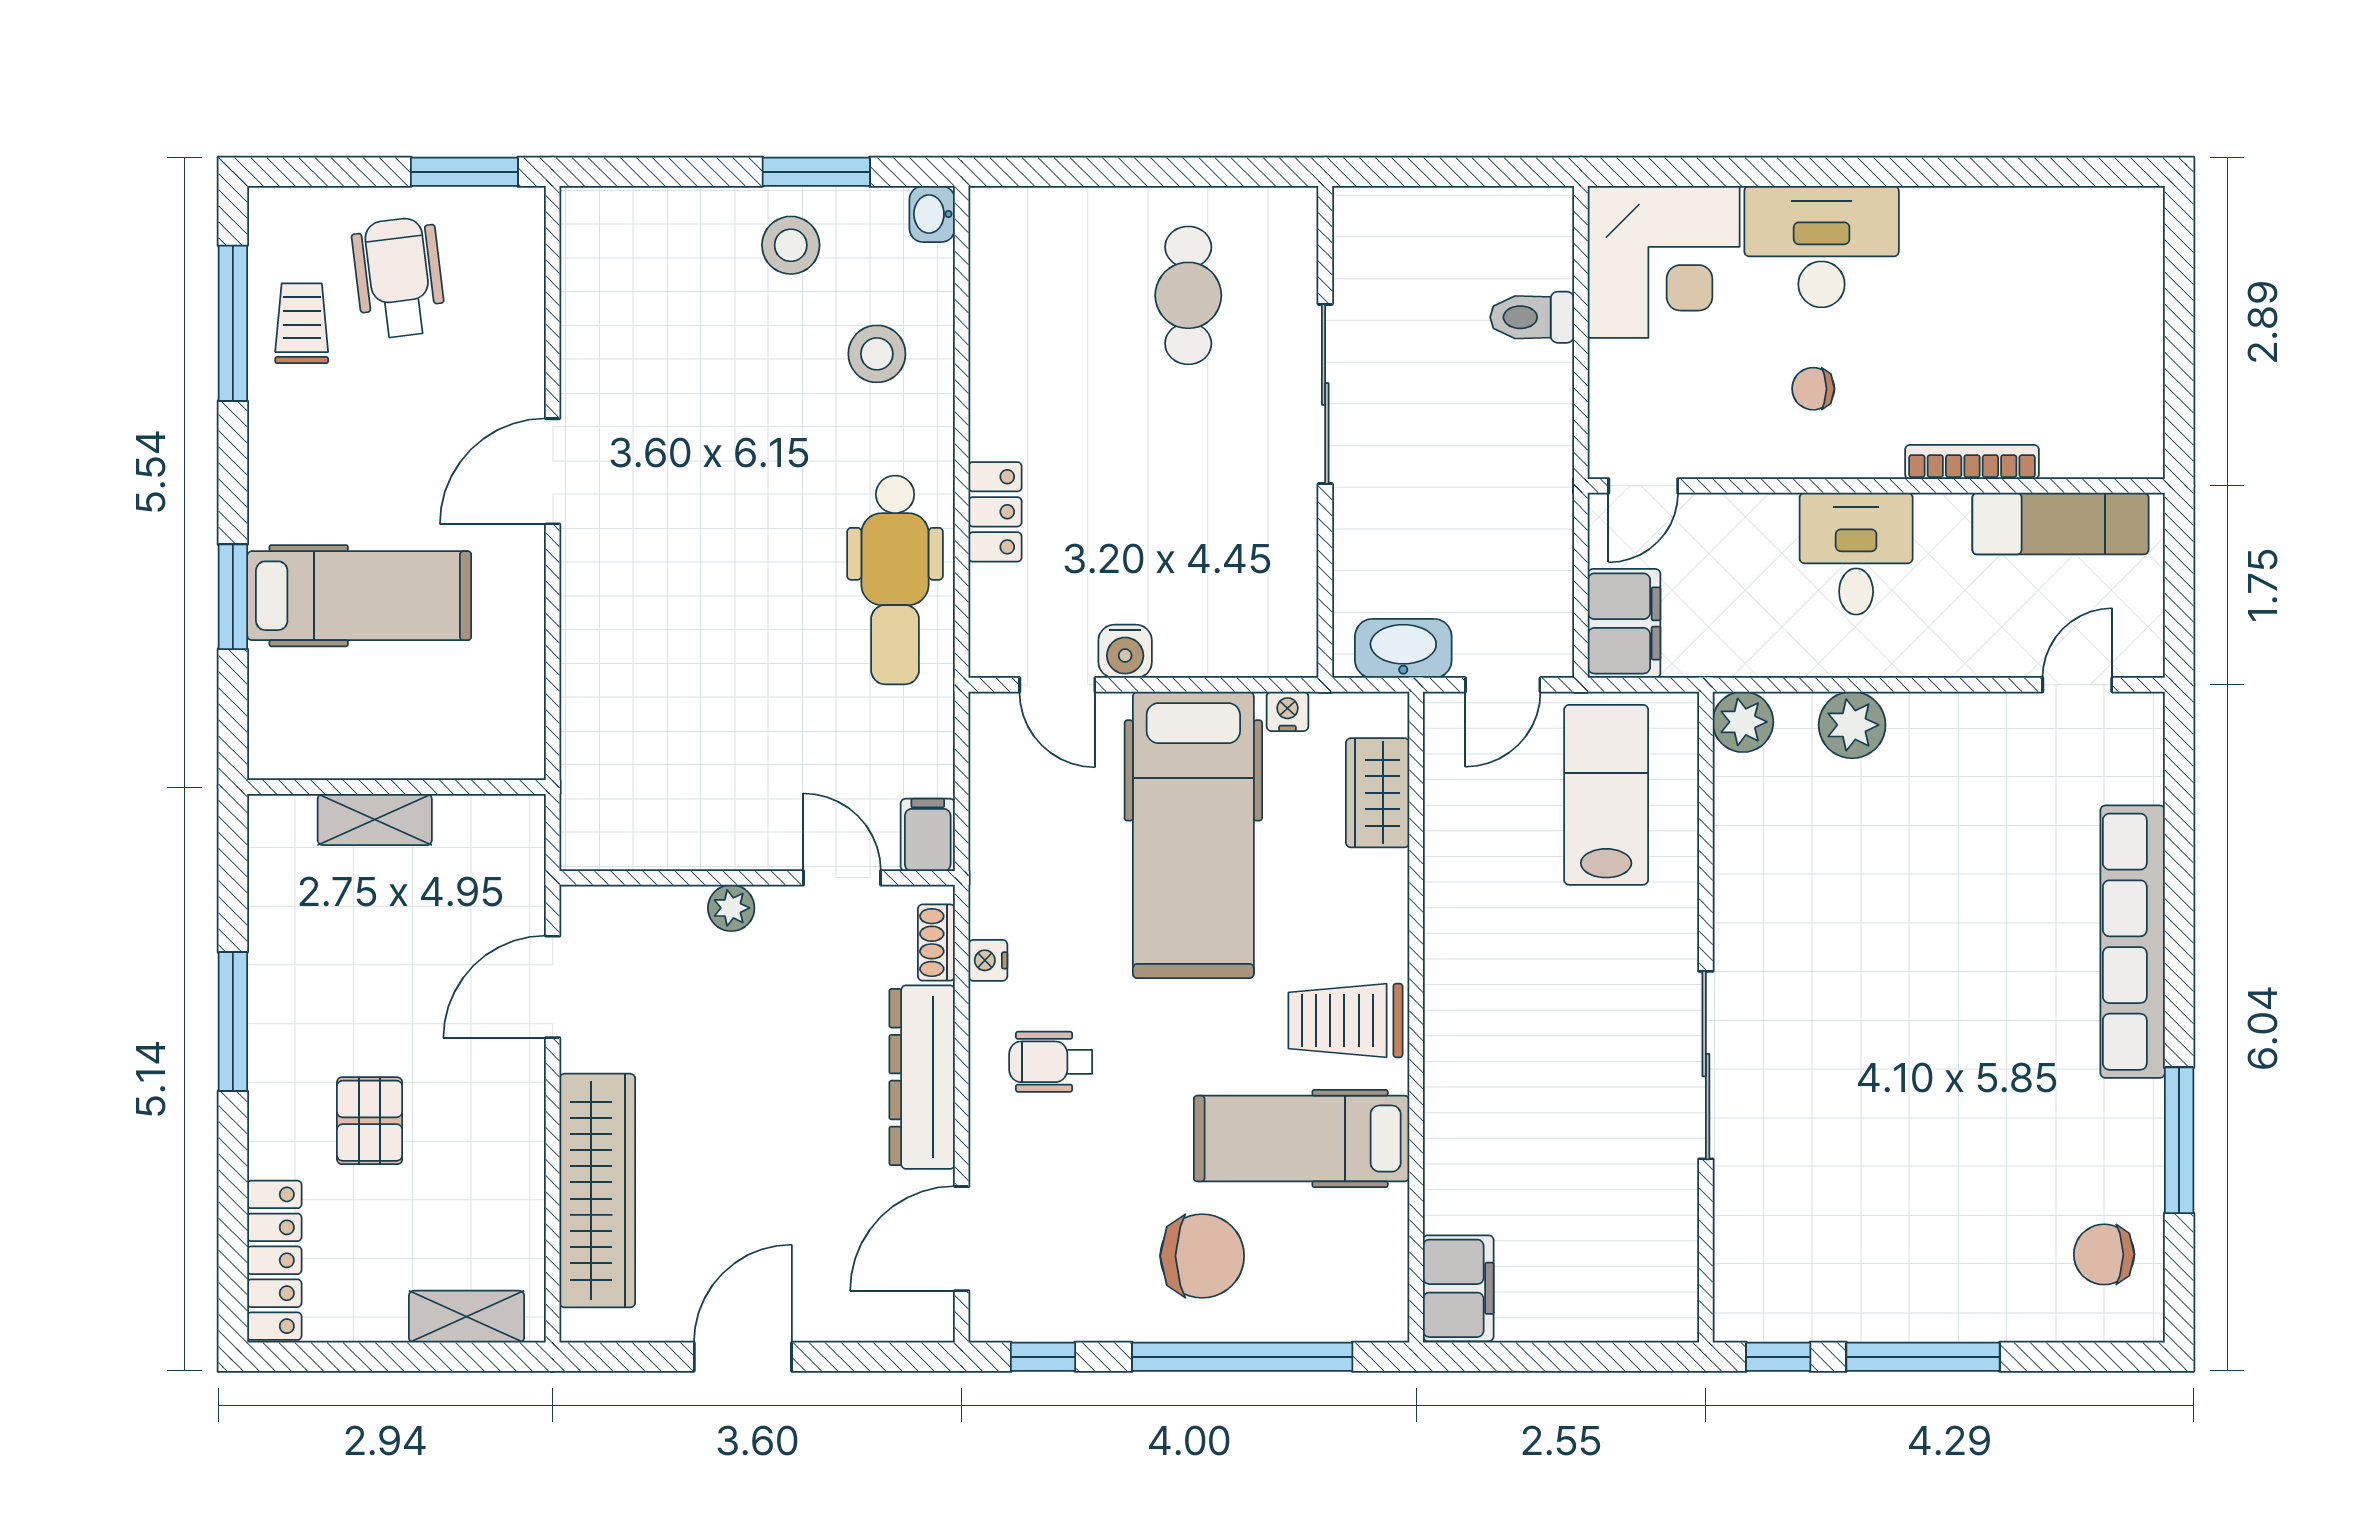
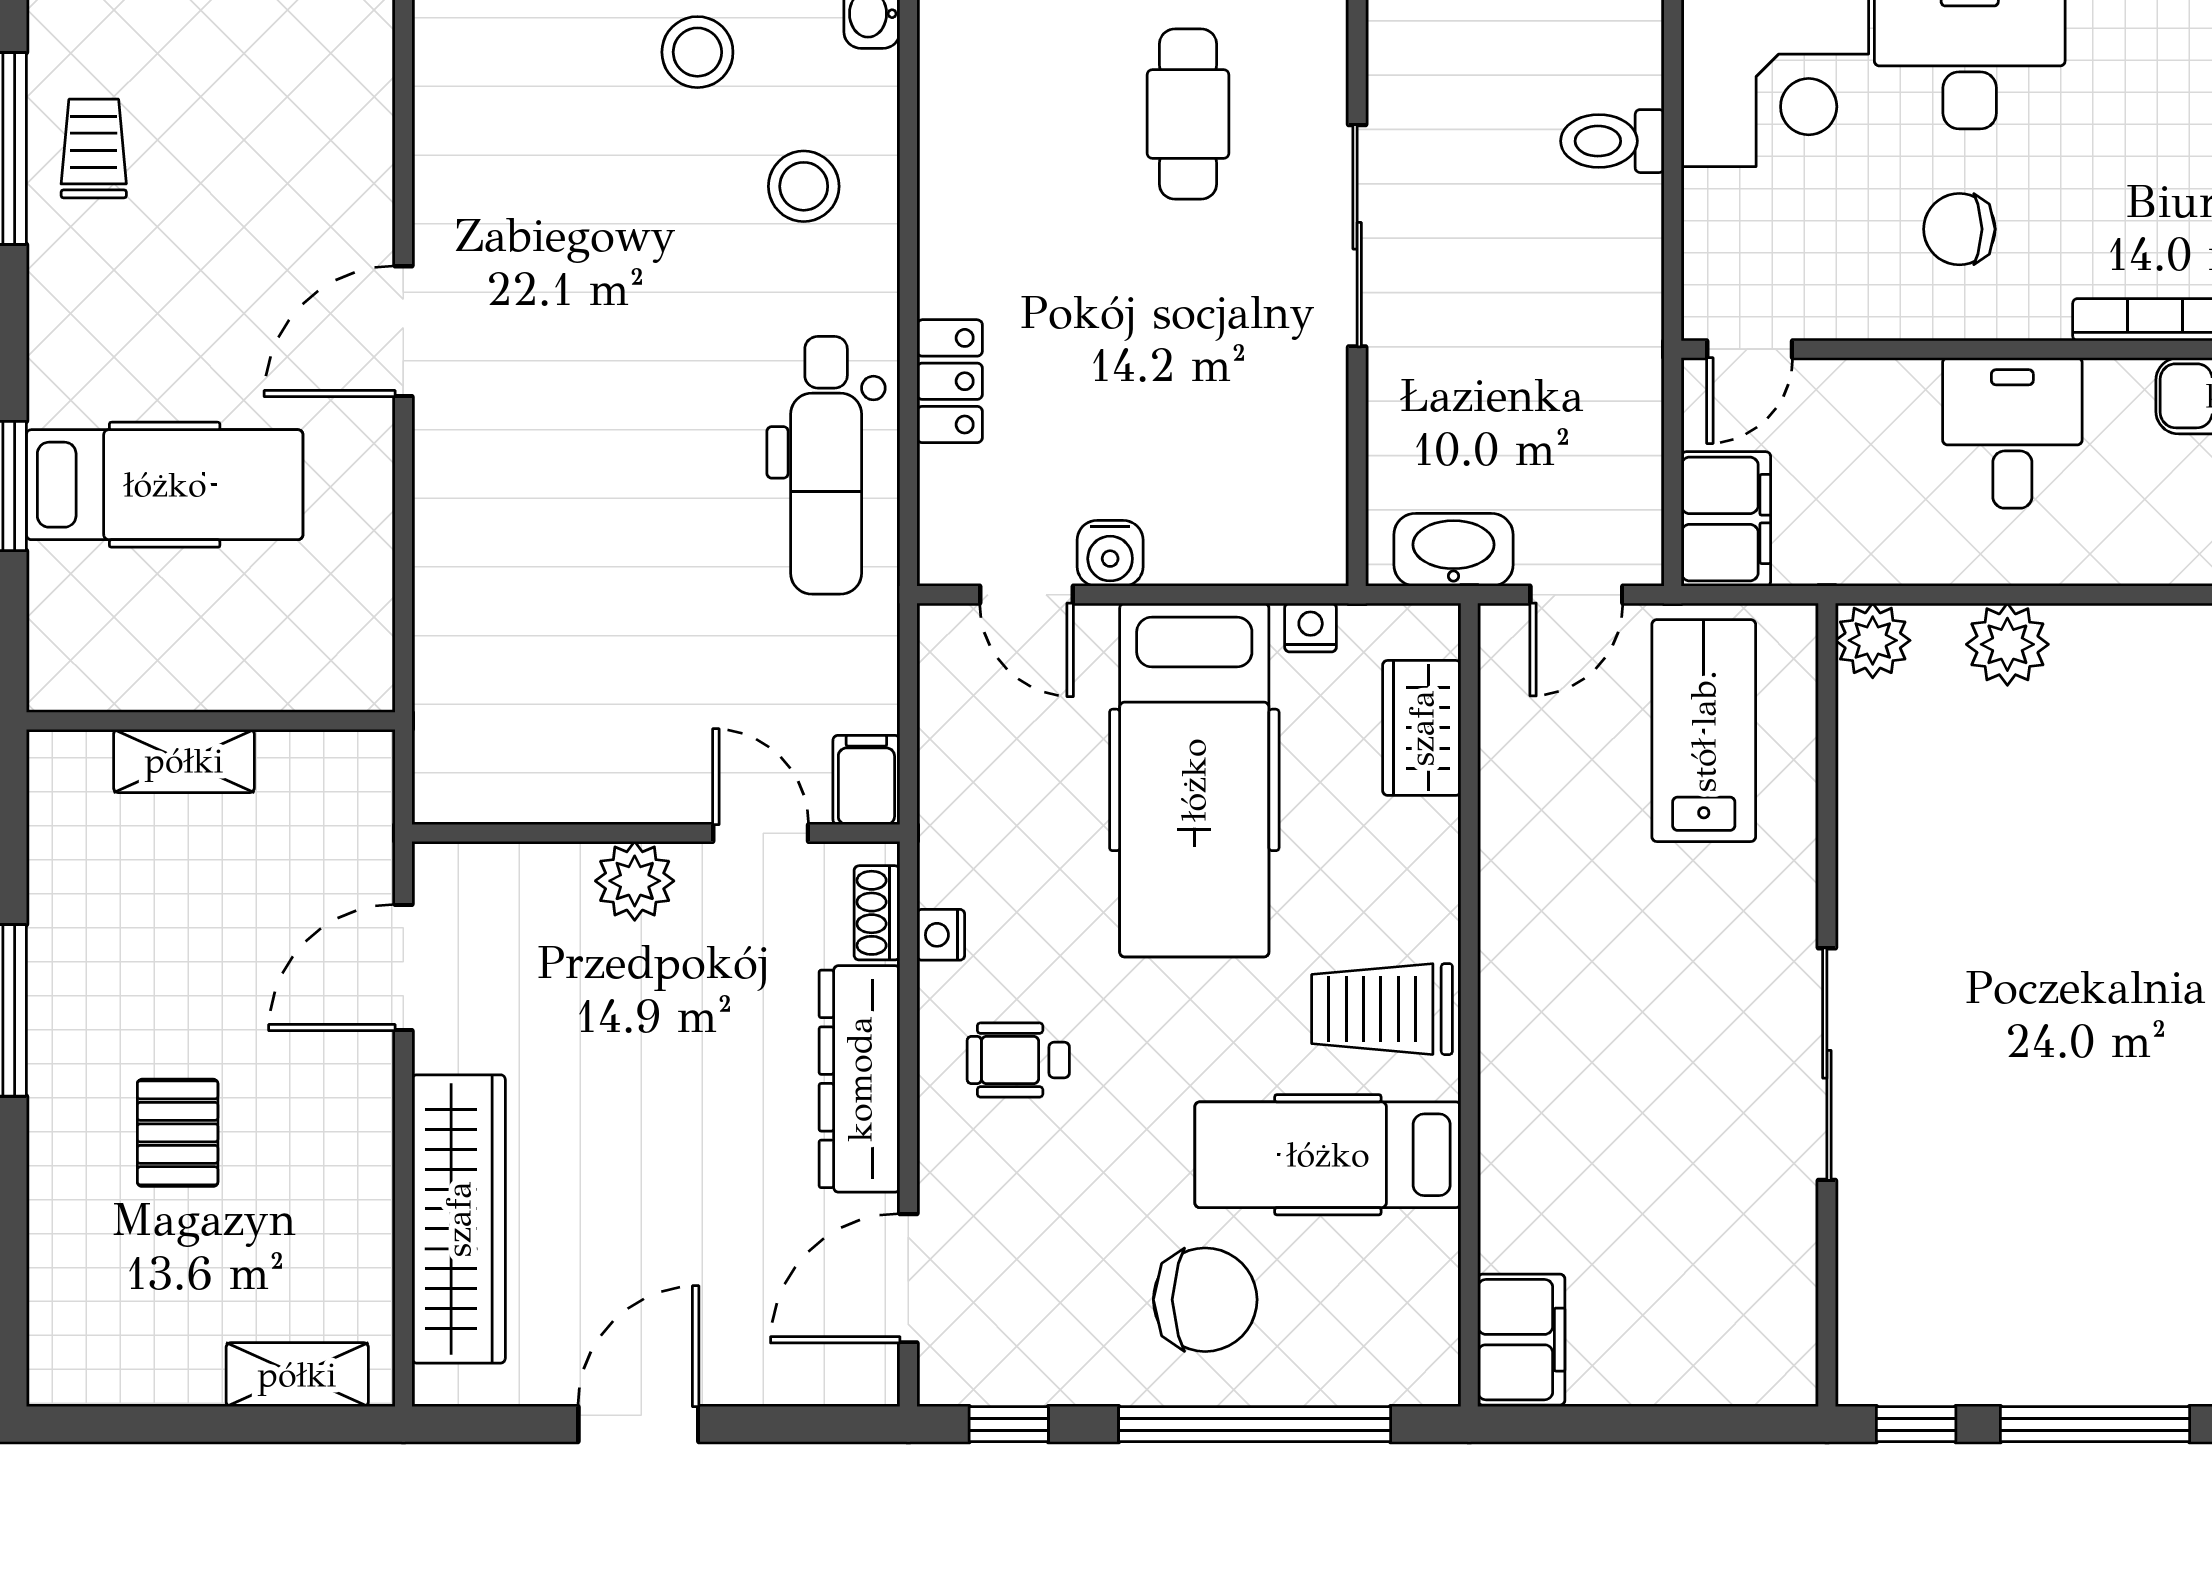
wheelchair: (399, 278) -> (214, 92), removed
chair: (1813, 389) -> (1959, 229), width x1.37, depth x1.37
plant: (731, 908) -> (635, 881), width x1.38, depth x1.38
locker: (274, 1260) -> (60, 1305), removed

